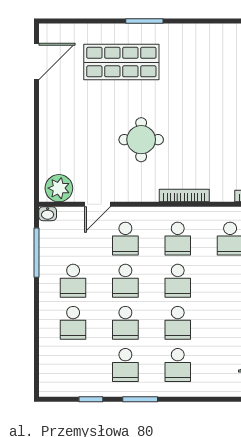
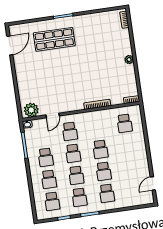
round table: (141, 140) -> (71, 78), removed
school desk: (178, 239) -> (52, 201), moved

